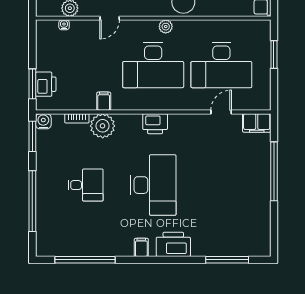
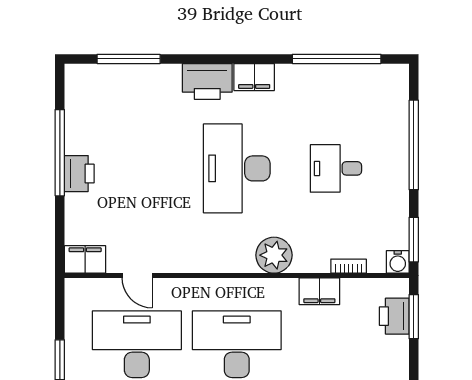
filing cabinet: (104, 101) -> (319, 291), width x2.00
door: (221, 112) -> (137, 276), hinge flipped
printer: (155, 124) -> (79, 174), moved, turned 90
plant: (103, 126) -> (274, 255), moved
window: (274, 171) -> (60, 153), moved
filing cabinet: (141, 247) -> (254, 77), width x2.00

